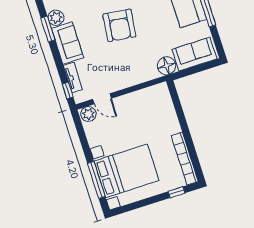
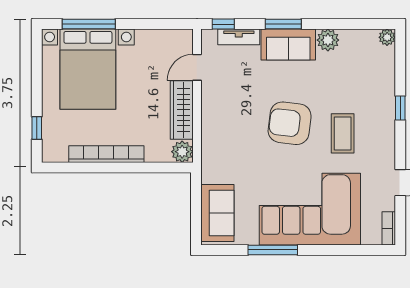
window: (48, 29) -> (283, 24), moved
floor lamp: (167, 66) -> (214, 170), removed
wardrobe: (134, 100) -> (182, 110), added
plant: (88, 114) -> (182, 152), moved
bookcase: (185, 159) -> (106, 154), moved

